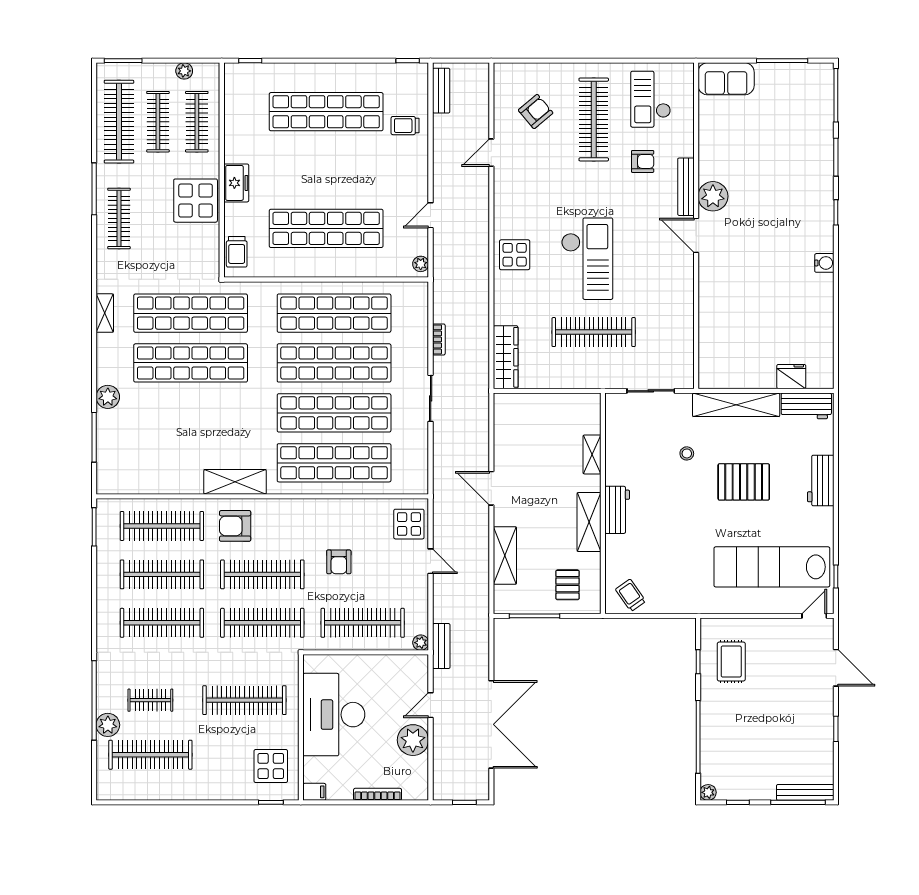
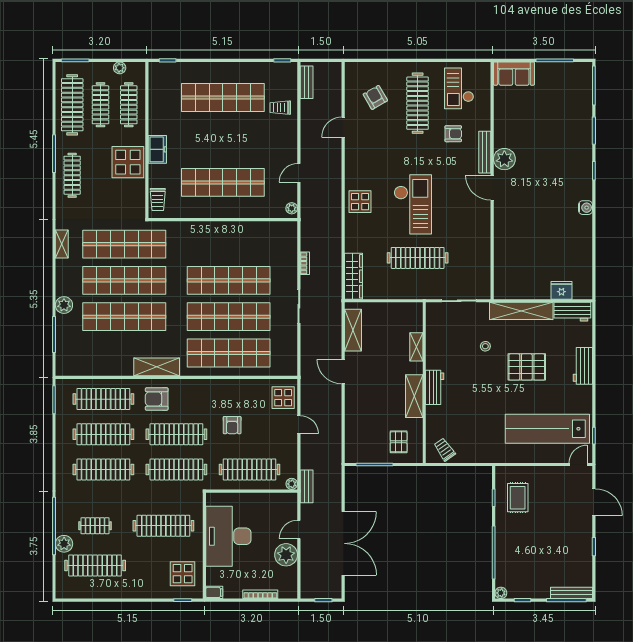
armchair: (536, 112) -> (375, 97), turned -80
shop shelf: (334, 313) -> (124, 317), moved
shelving: (505, 555) -> (353, 330), moved

